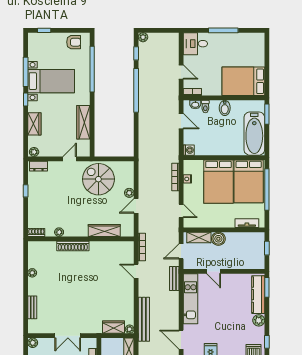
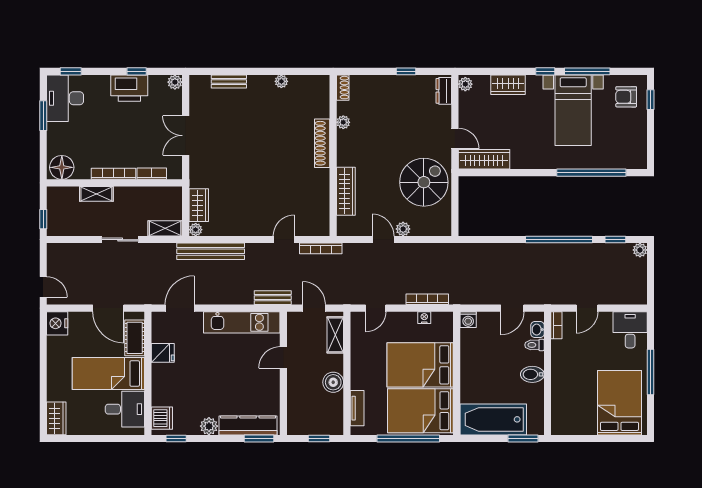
armchair: (74, 42) -> (626, 97), moved, turned 90
bed: (243, 81) -> (619, 403), moved
wardrobe: (83, 122) -> (484, 159), moved
boiler: (218, 239) -> (333, 382), moved

